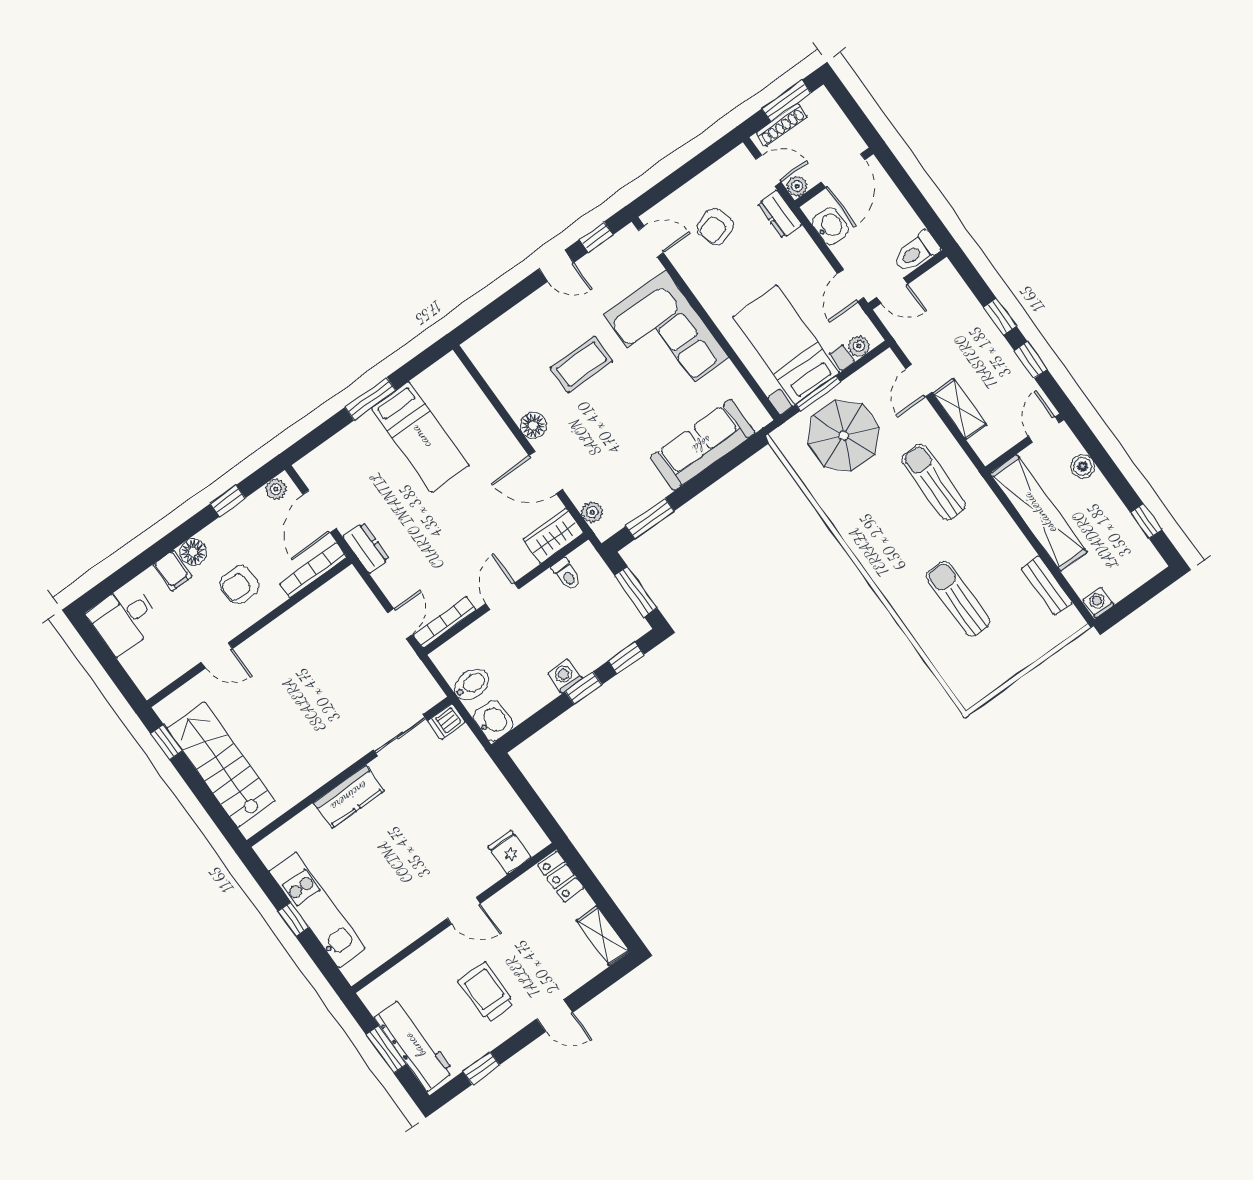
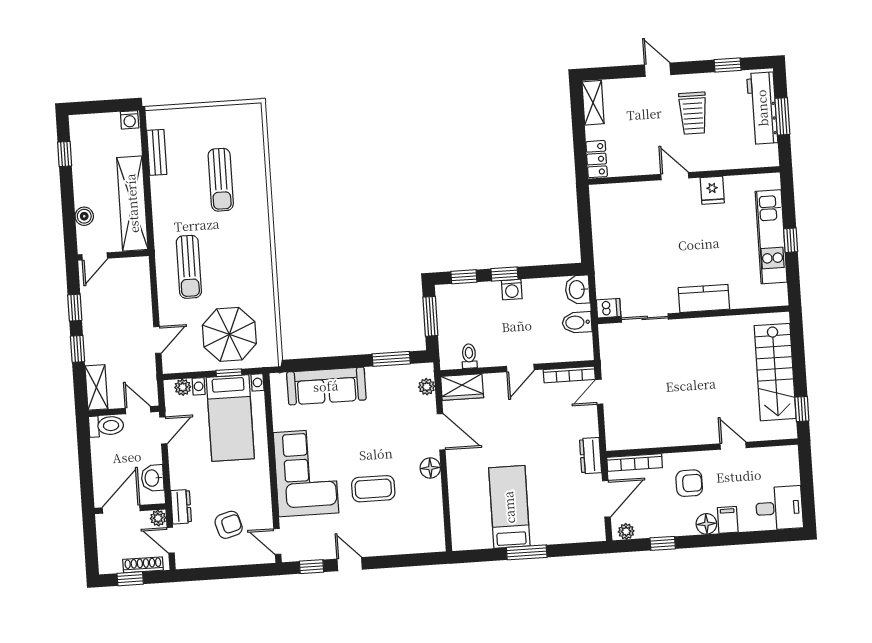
window: (786, 101) -> (130, 579), width x0.67
window: (818, 393) -> (229, 373), width x0.67
shelving: (960, 409) -> (96, 387), moved
fridge: (509, 852) -> (712, 190), moved

